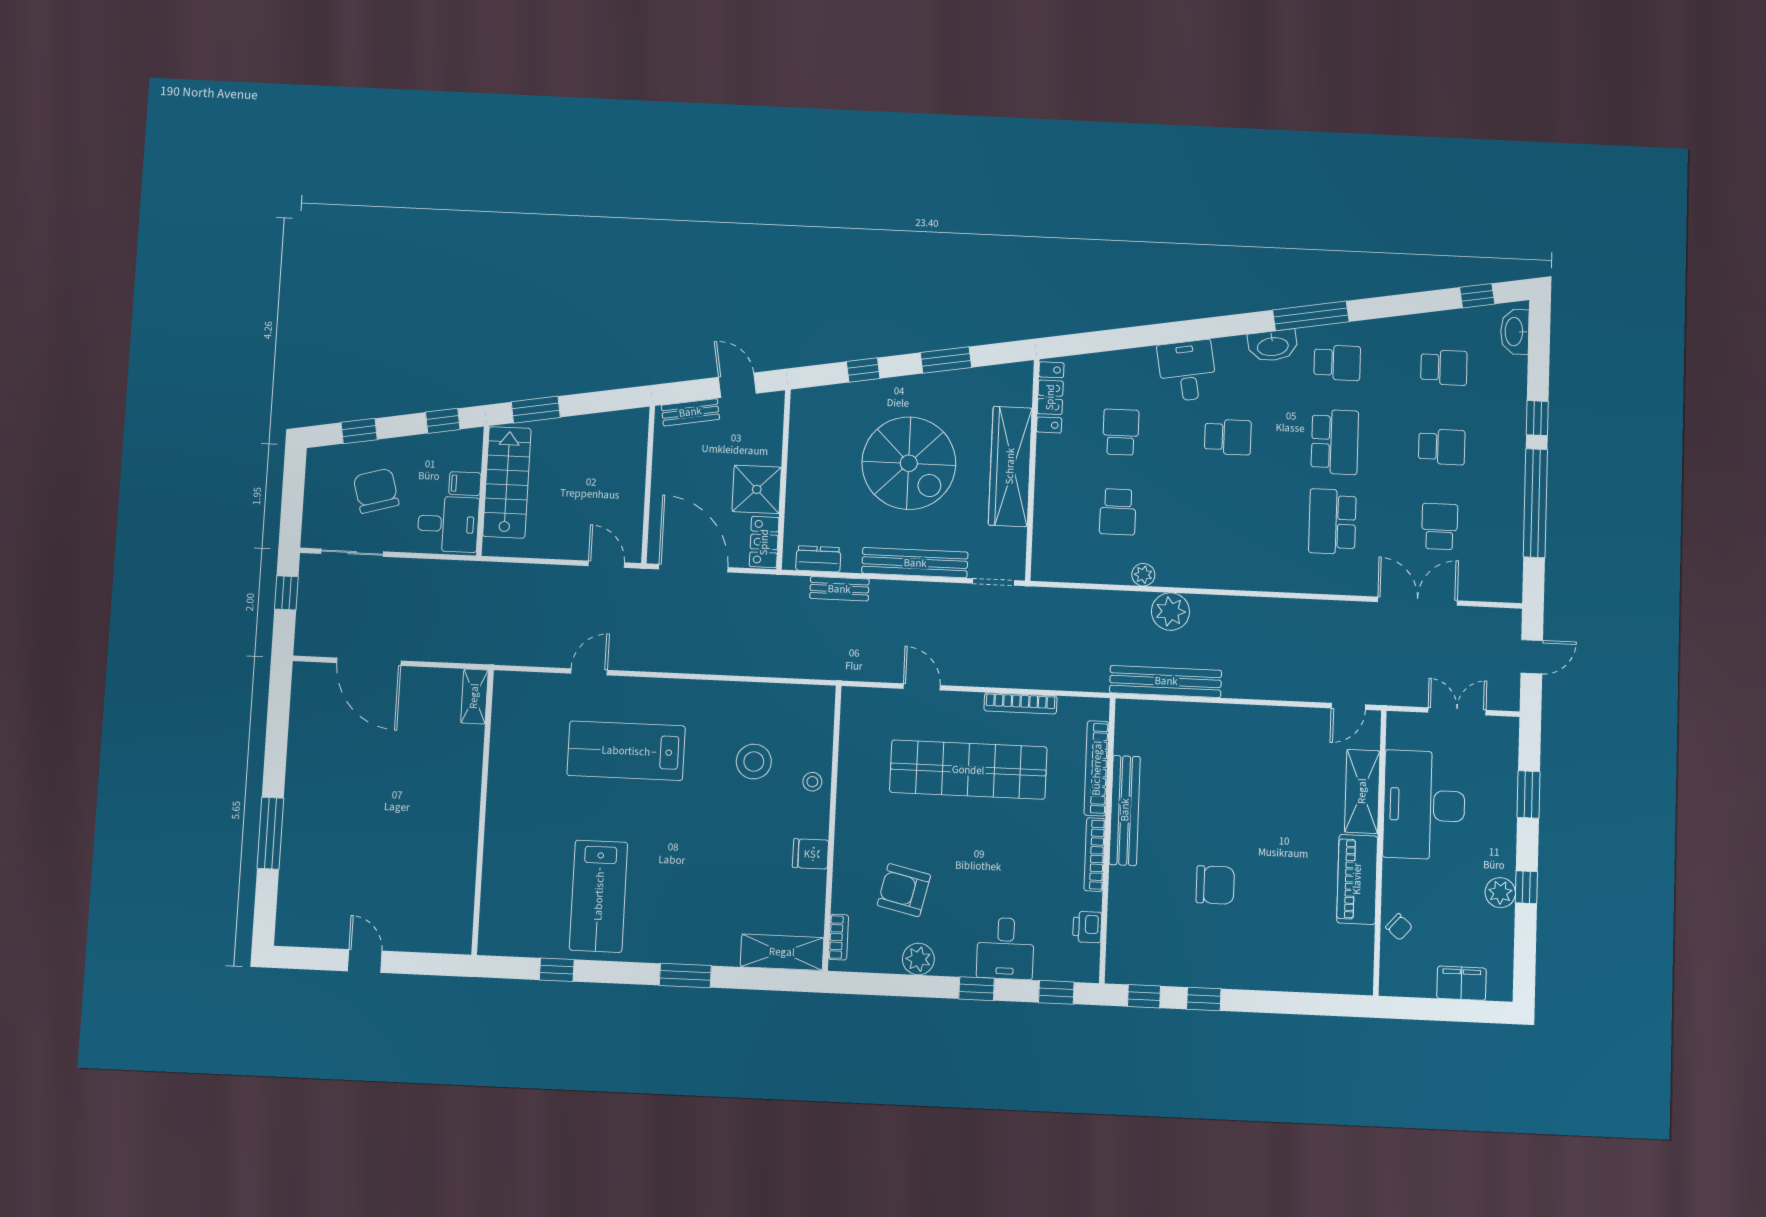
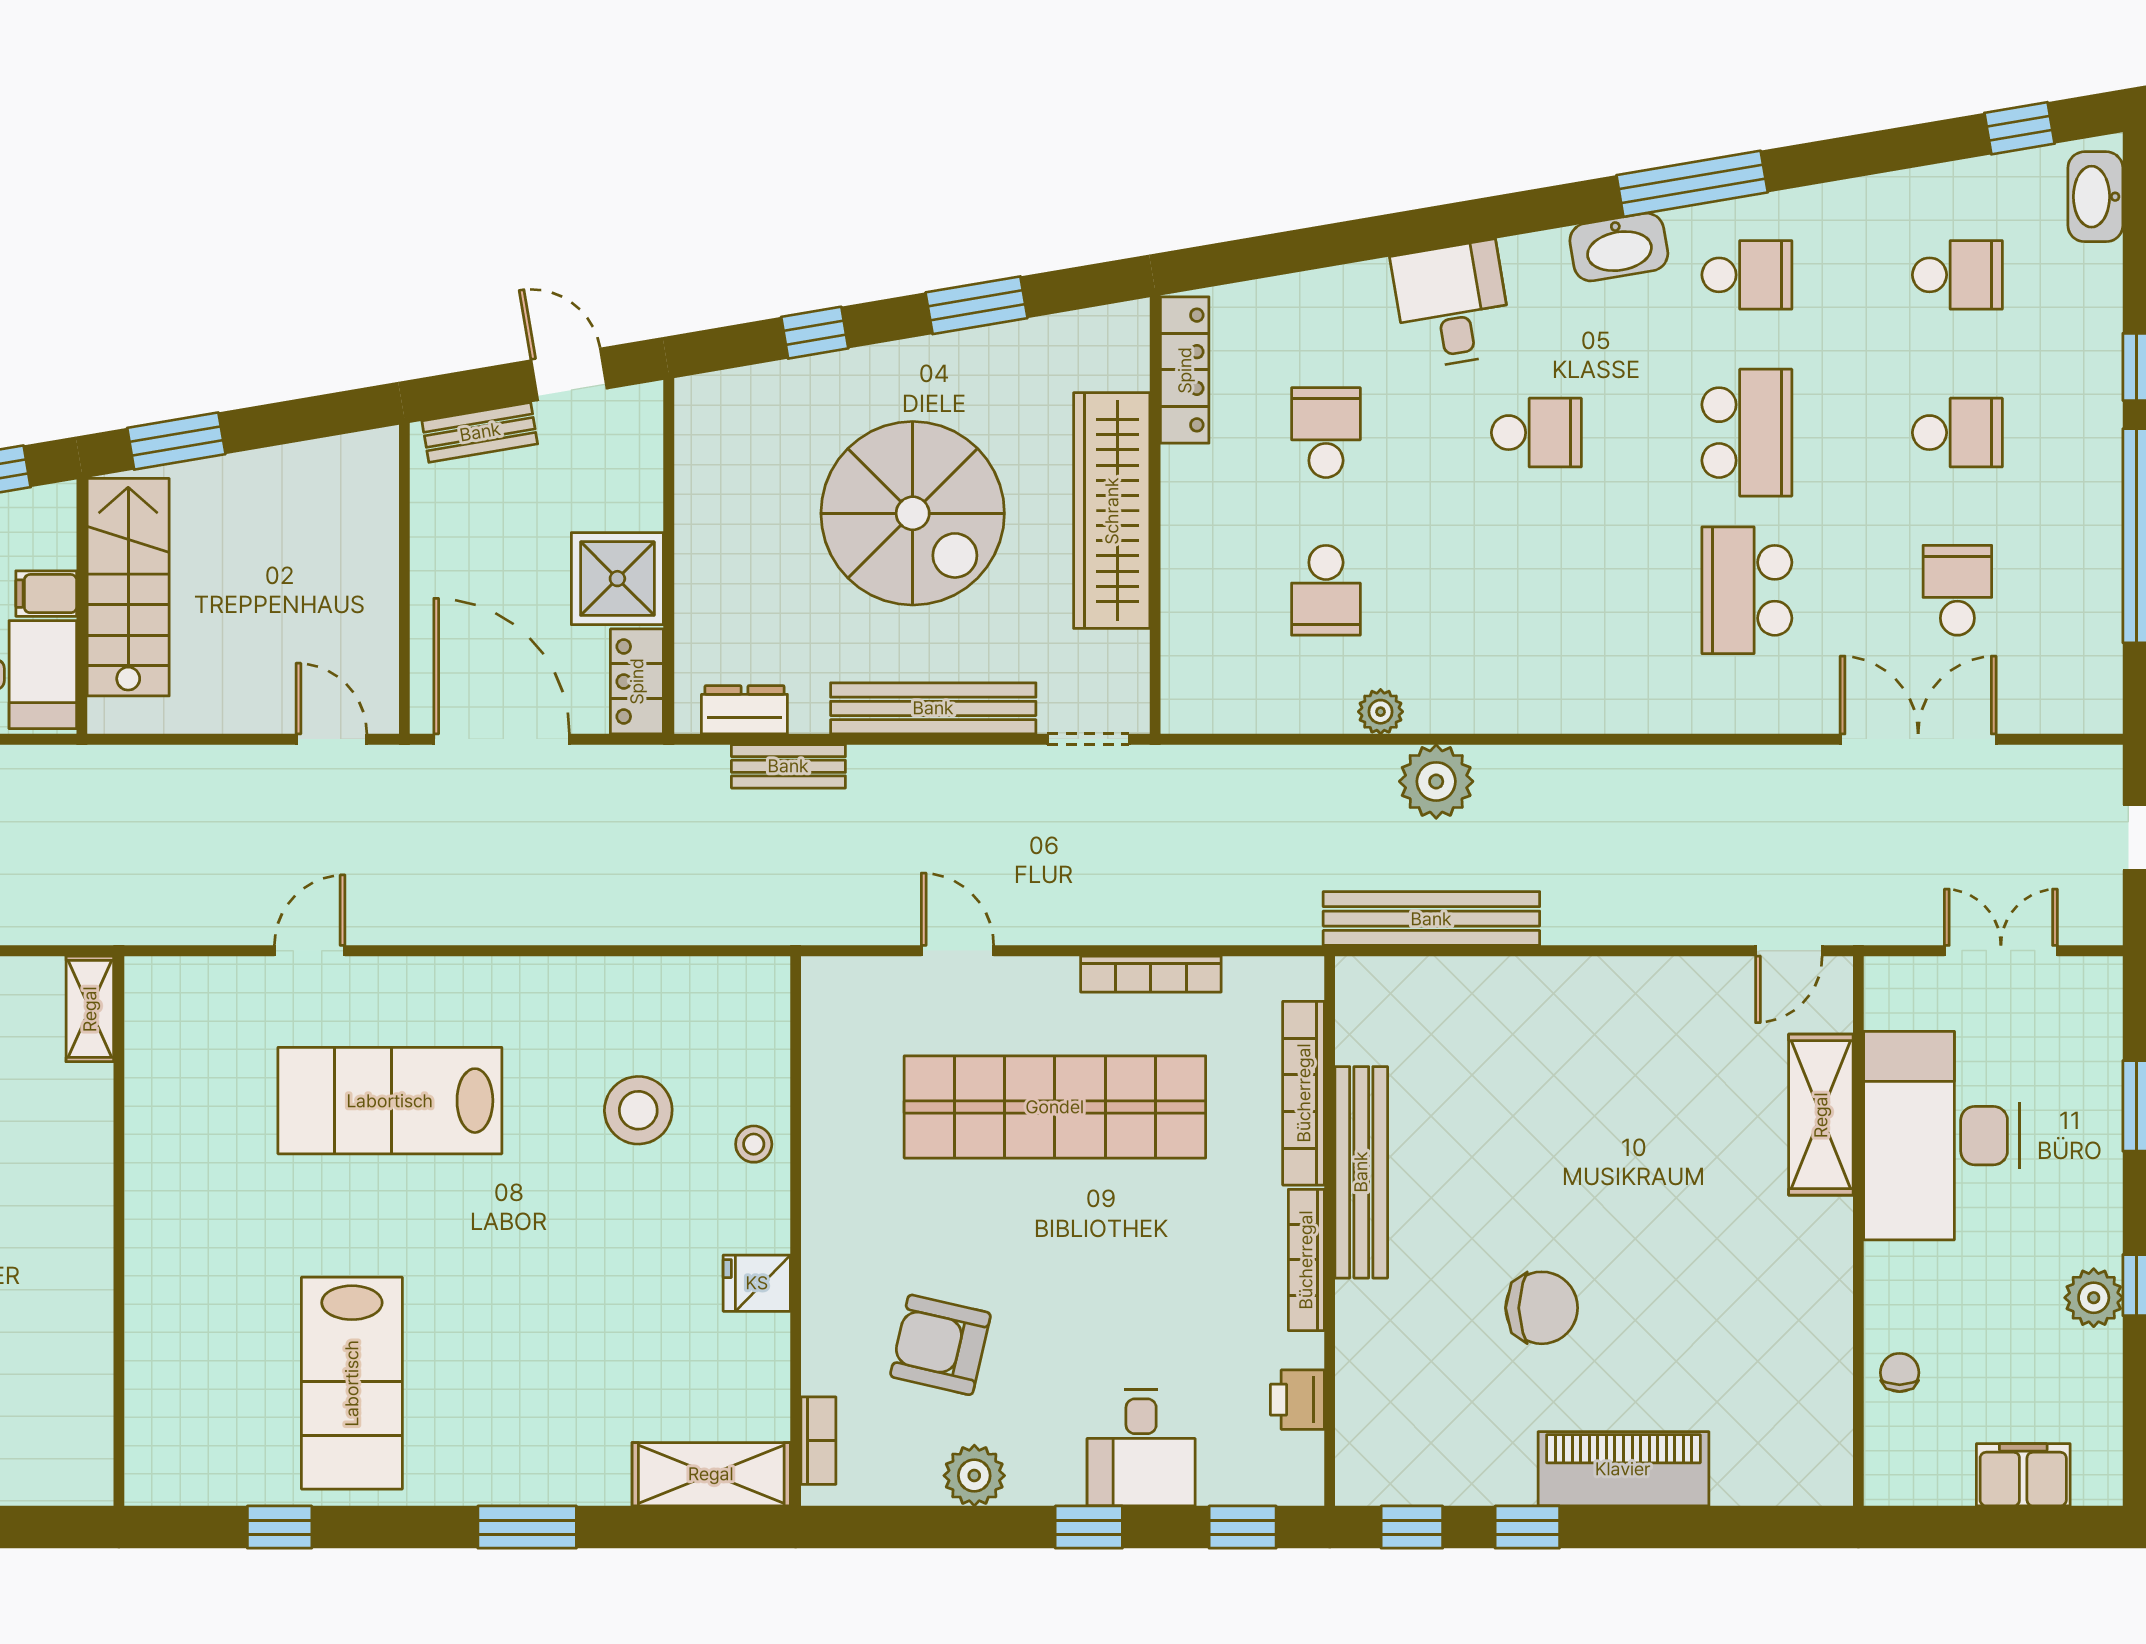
piano: (1357, 879) -> (1623, 1469), moved, turned 90
chair: (1399, 927) -> (1900, 1373), turned -131

